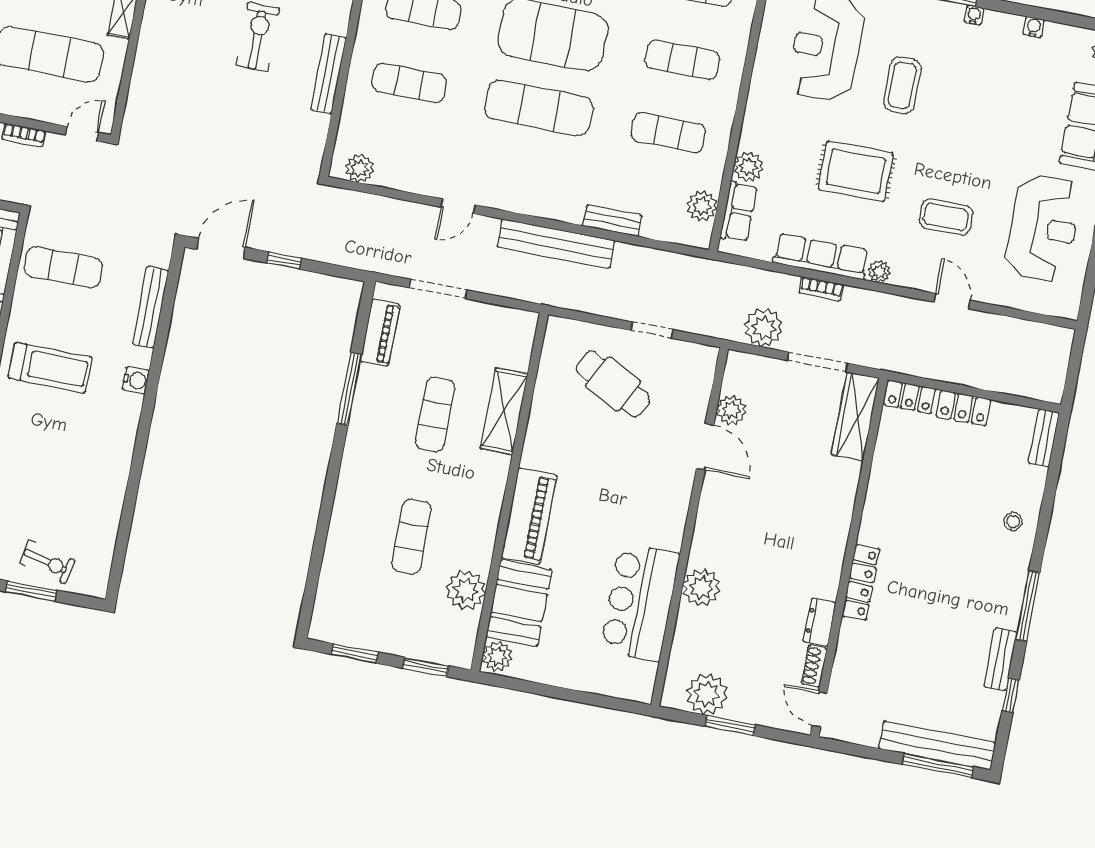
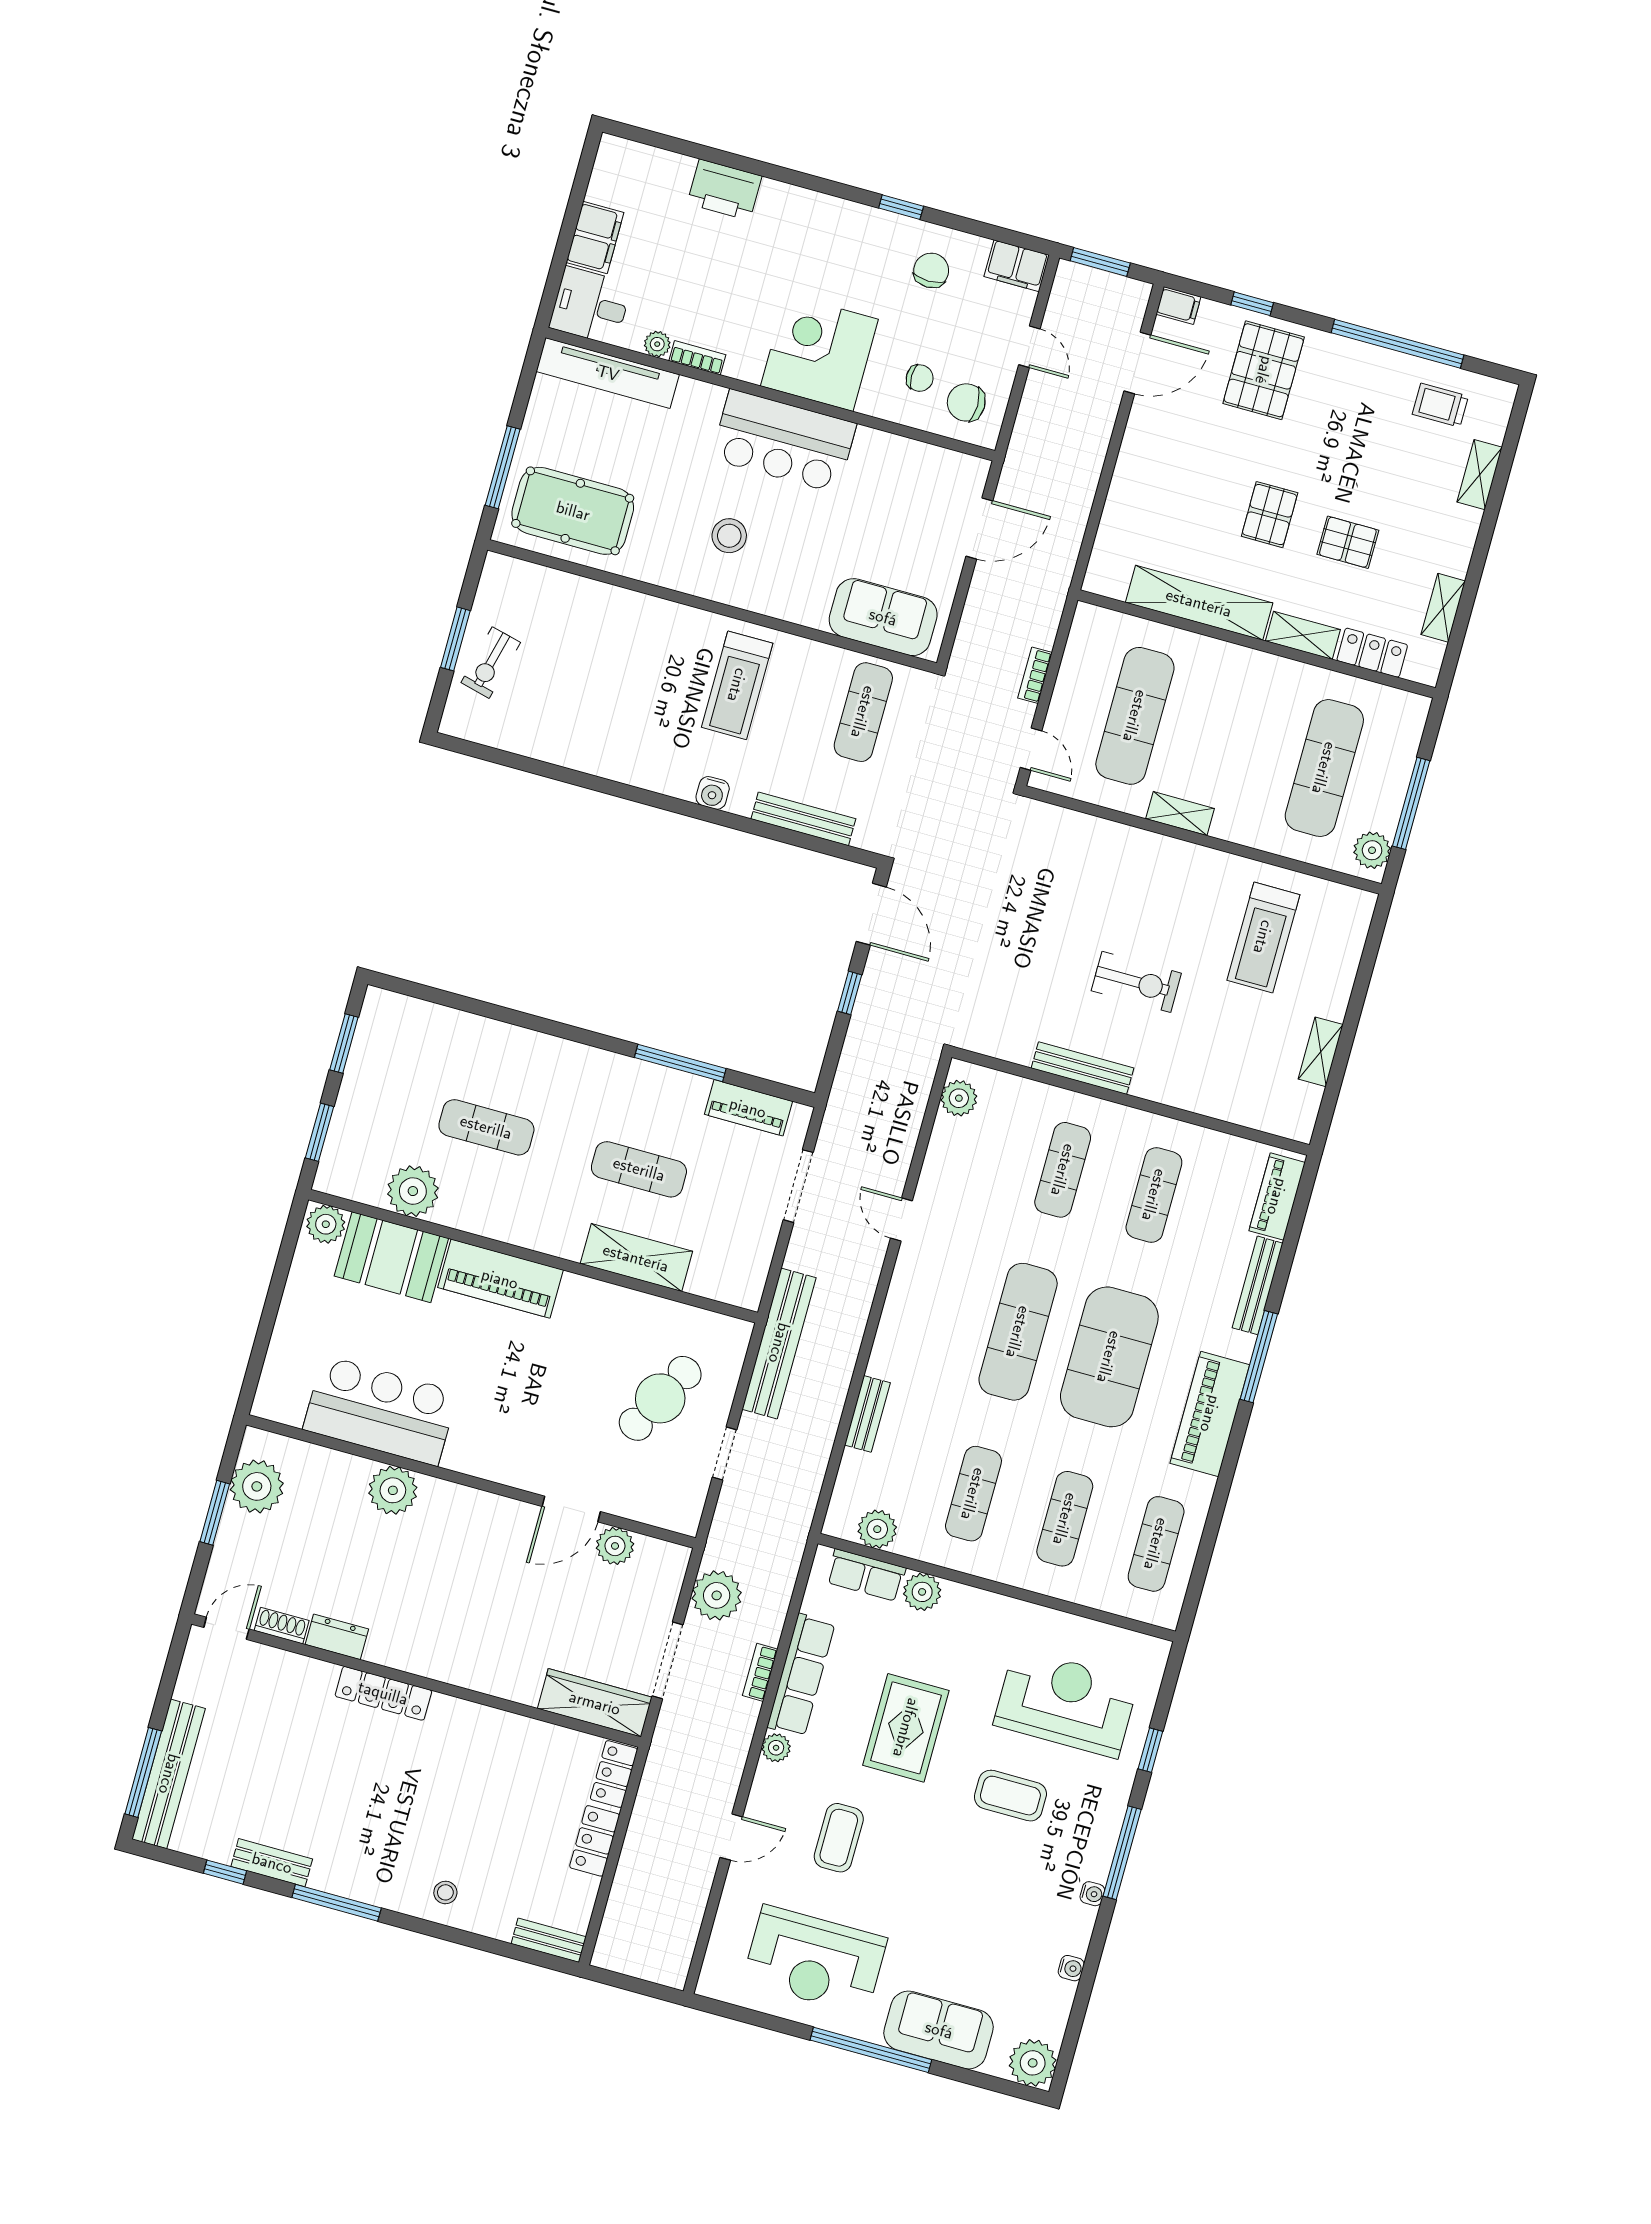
bench: (556, 244) -> (779, 1343), moved

